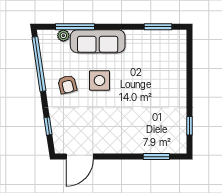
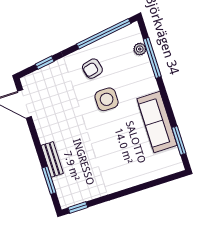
sofa: (98, 41) -> (157, 122), moved
window: (189, 126) -> (78, 207), moved
bench: (138, 148) -> (52, 159), added

